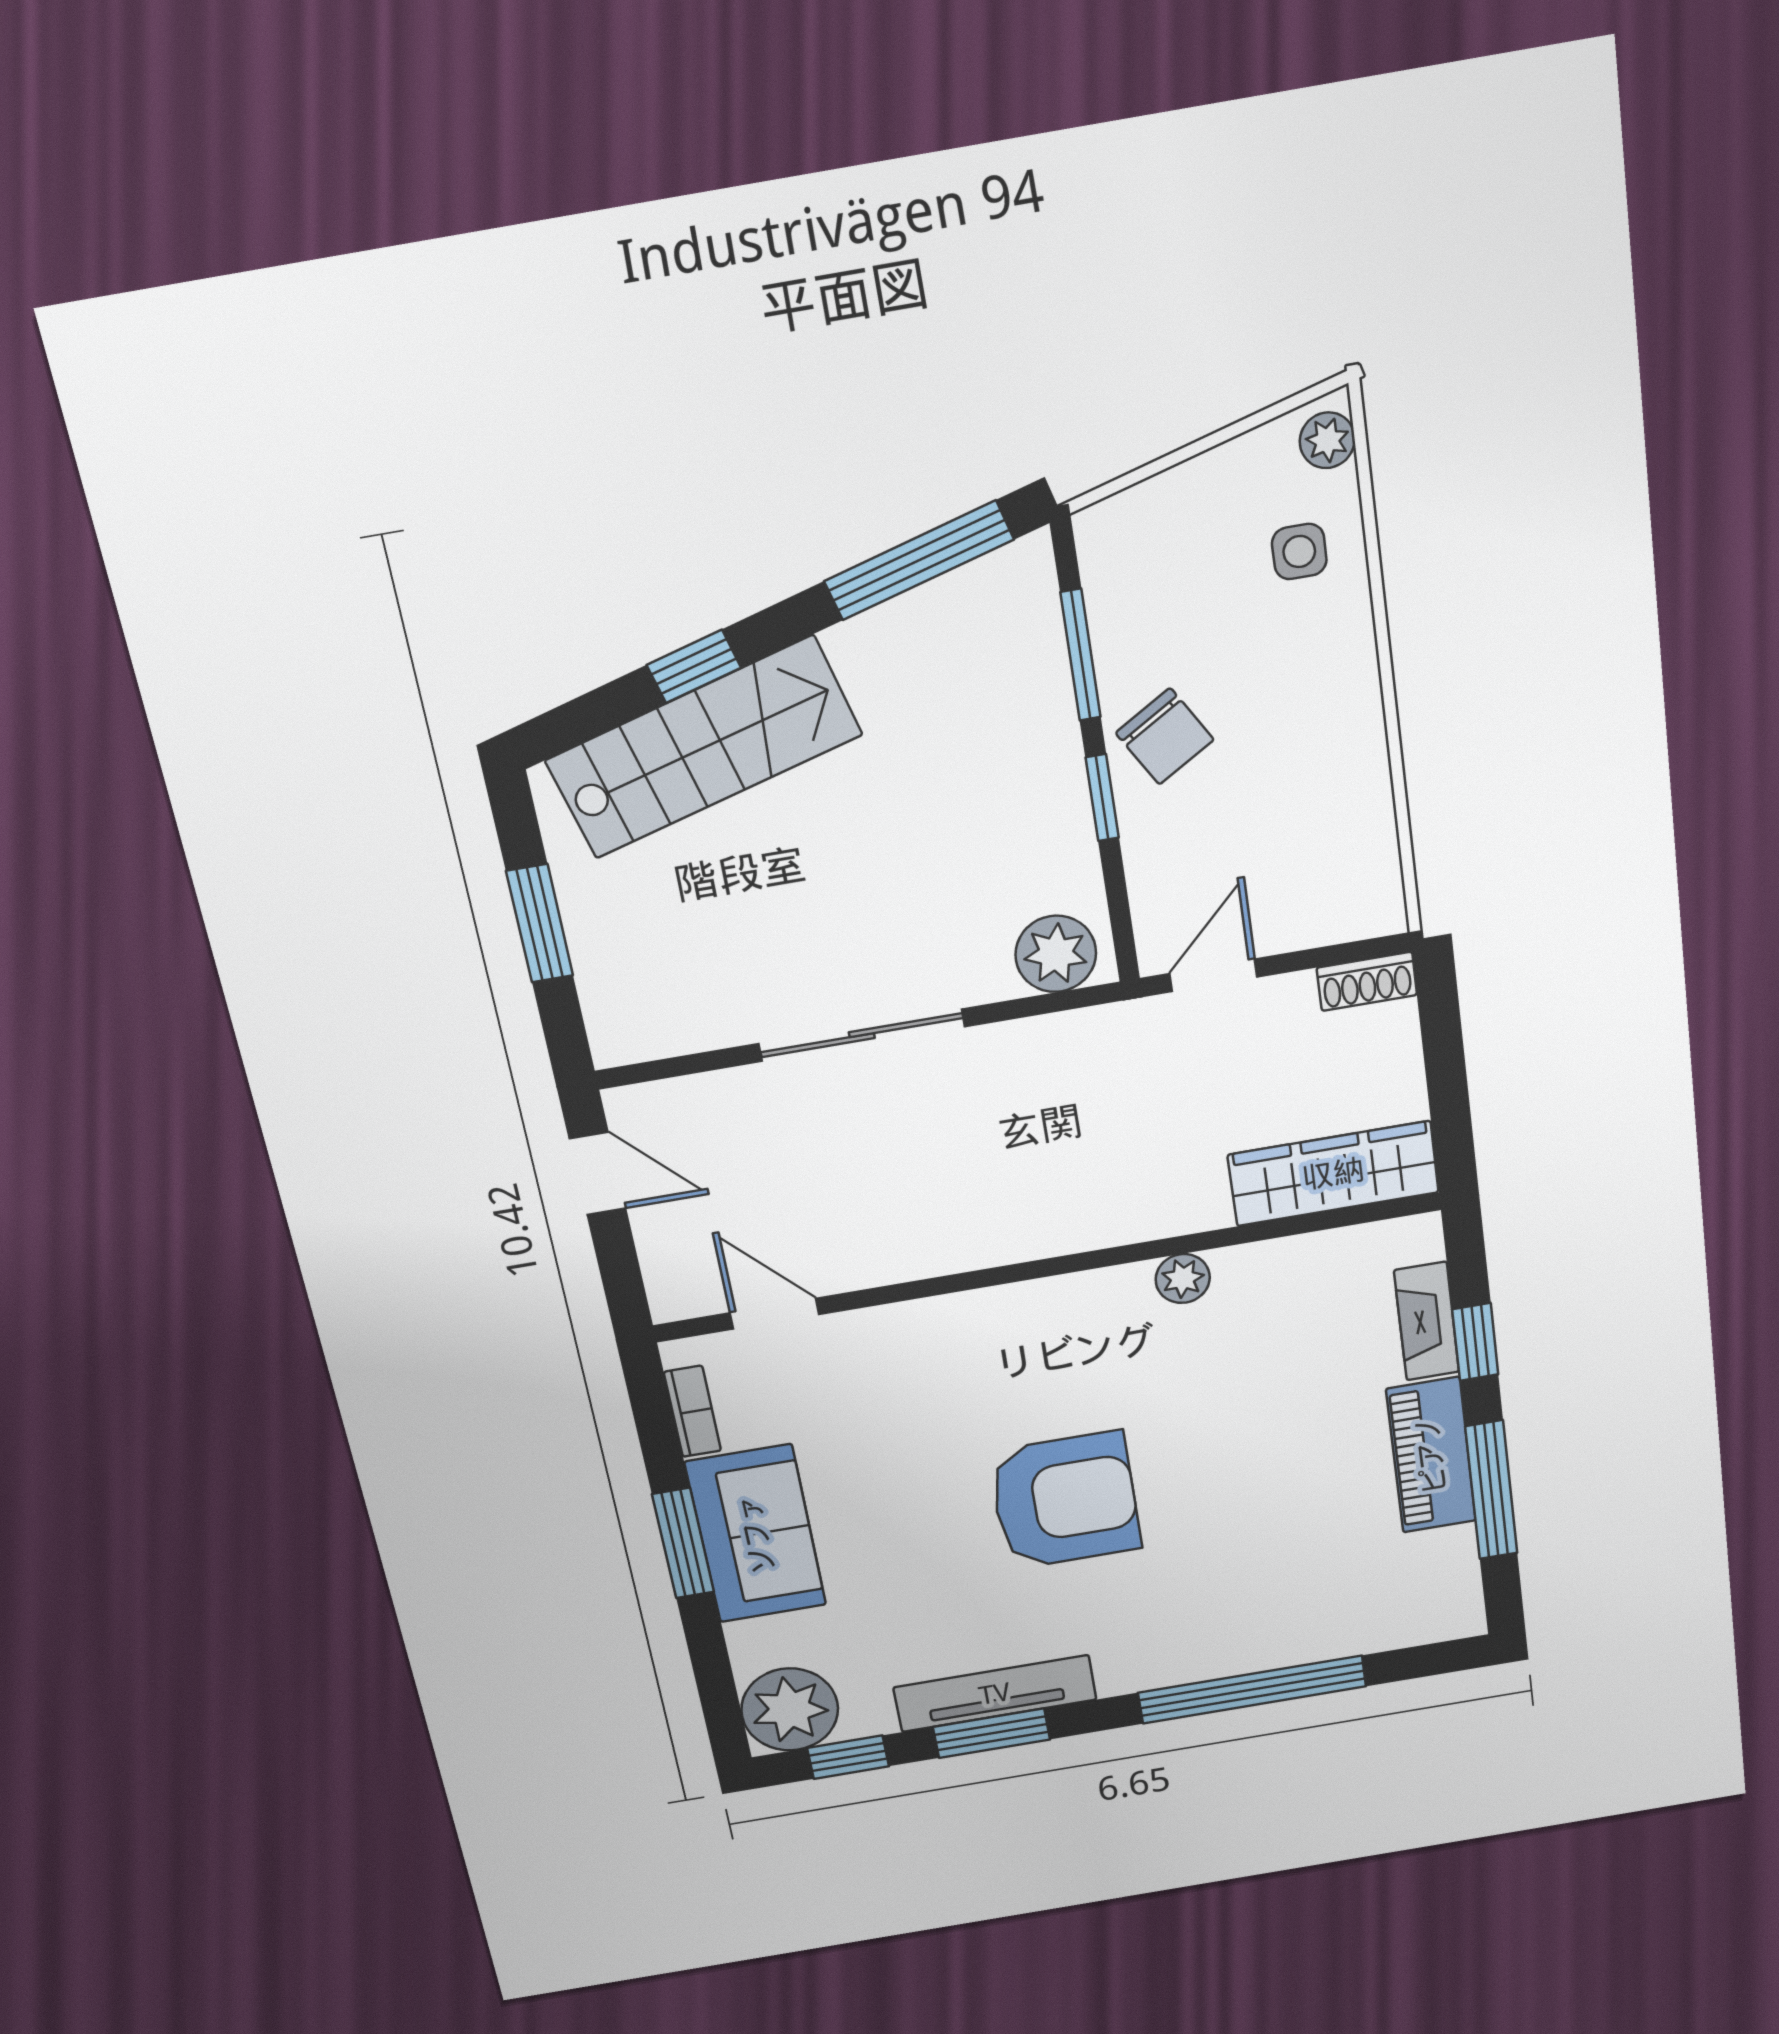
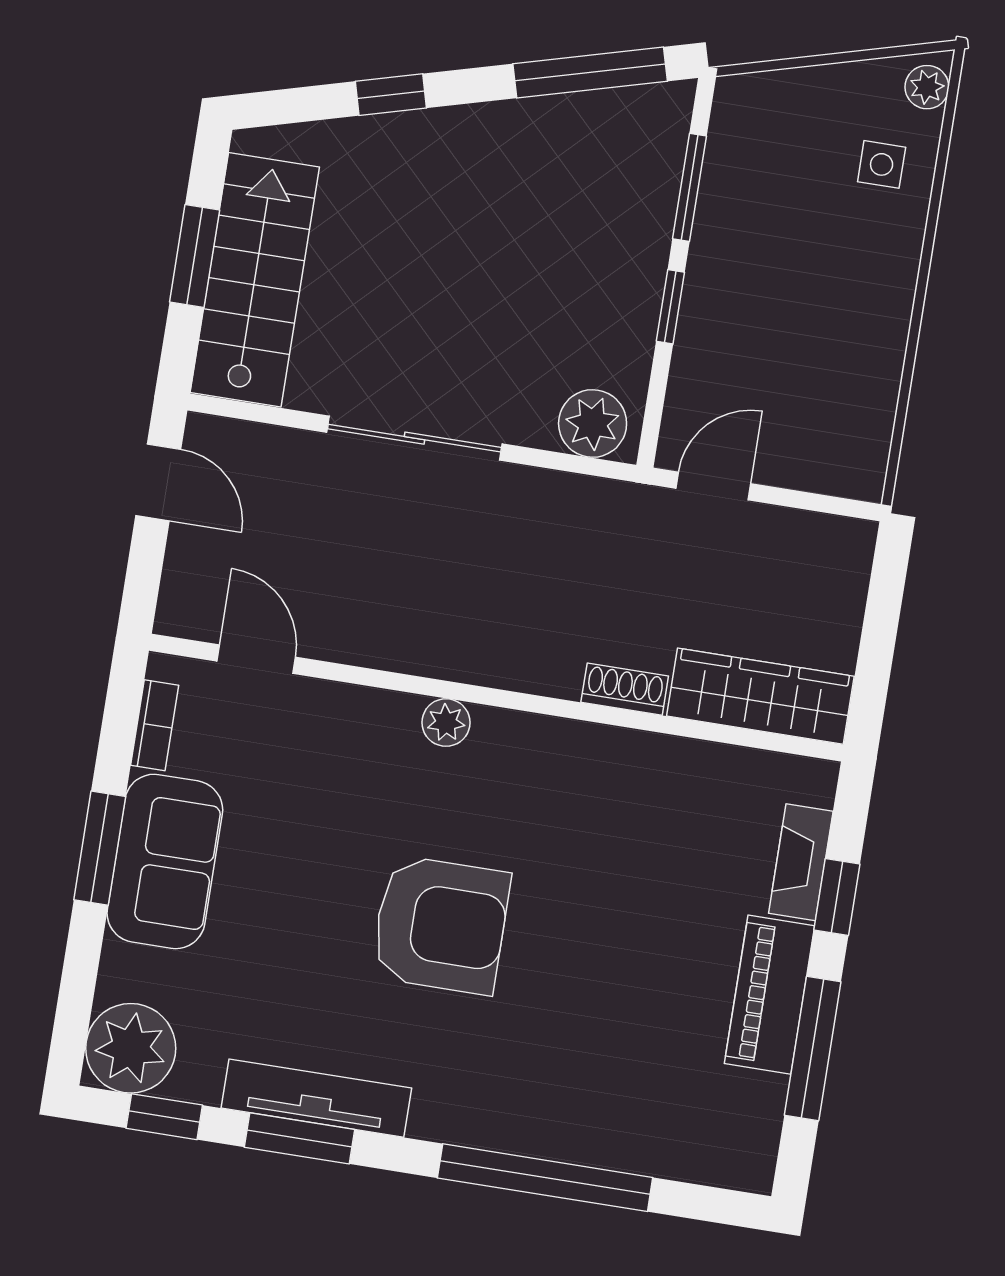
chair: (1165, 736) -> (735, 274), removed
stairs: (704, 748) -> (255, 280), moved, turned -75
shoe rack: (1367, 981) -> (625, 689), moved, turned 180
plant: (1183, 1279) -> (446, 723), moved

